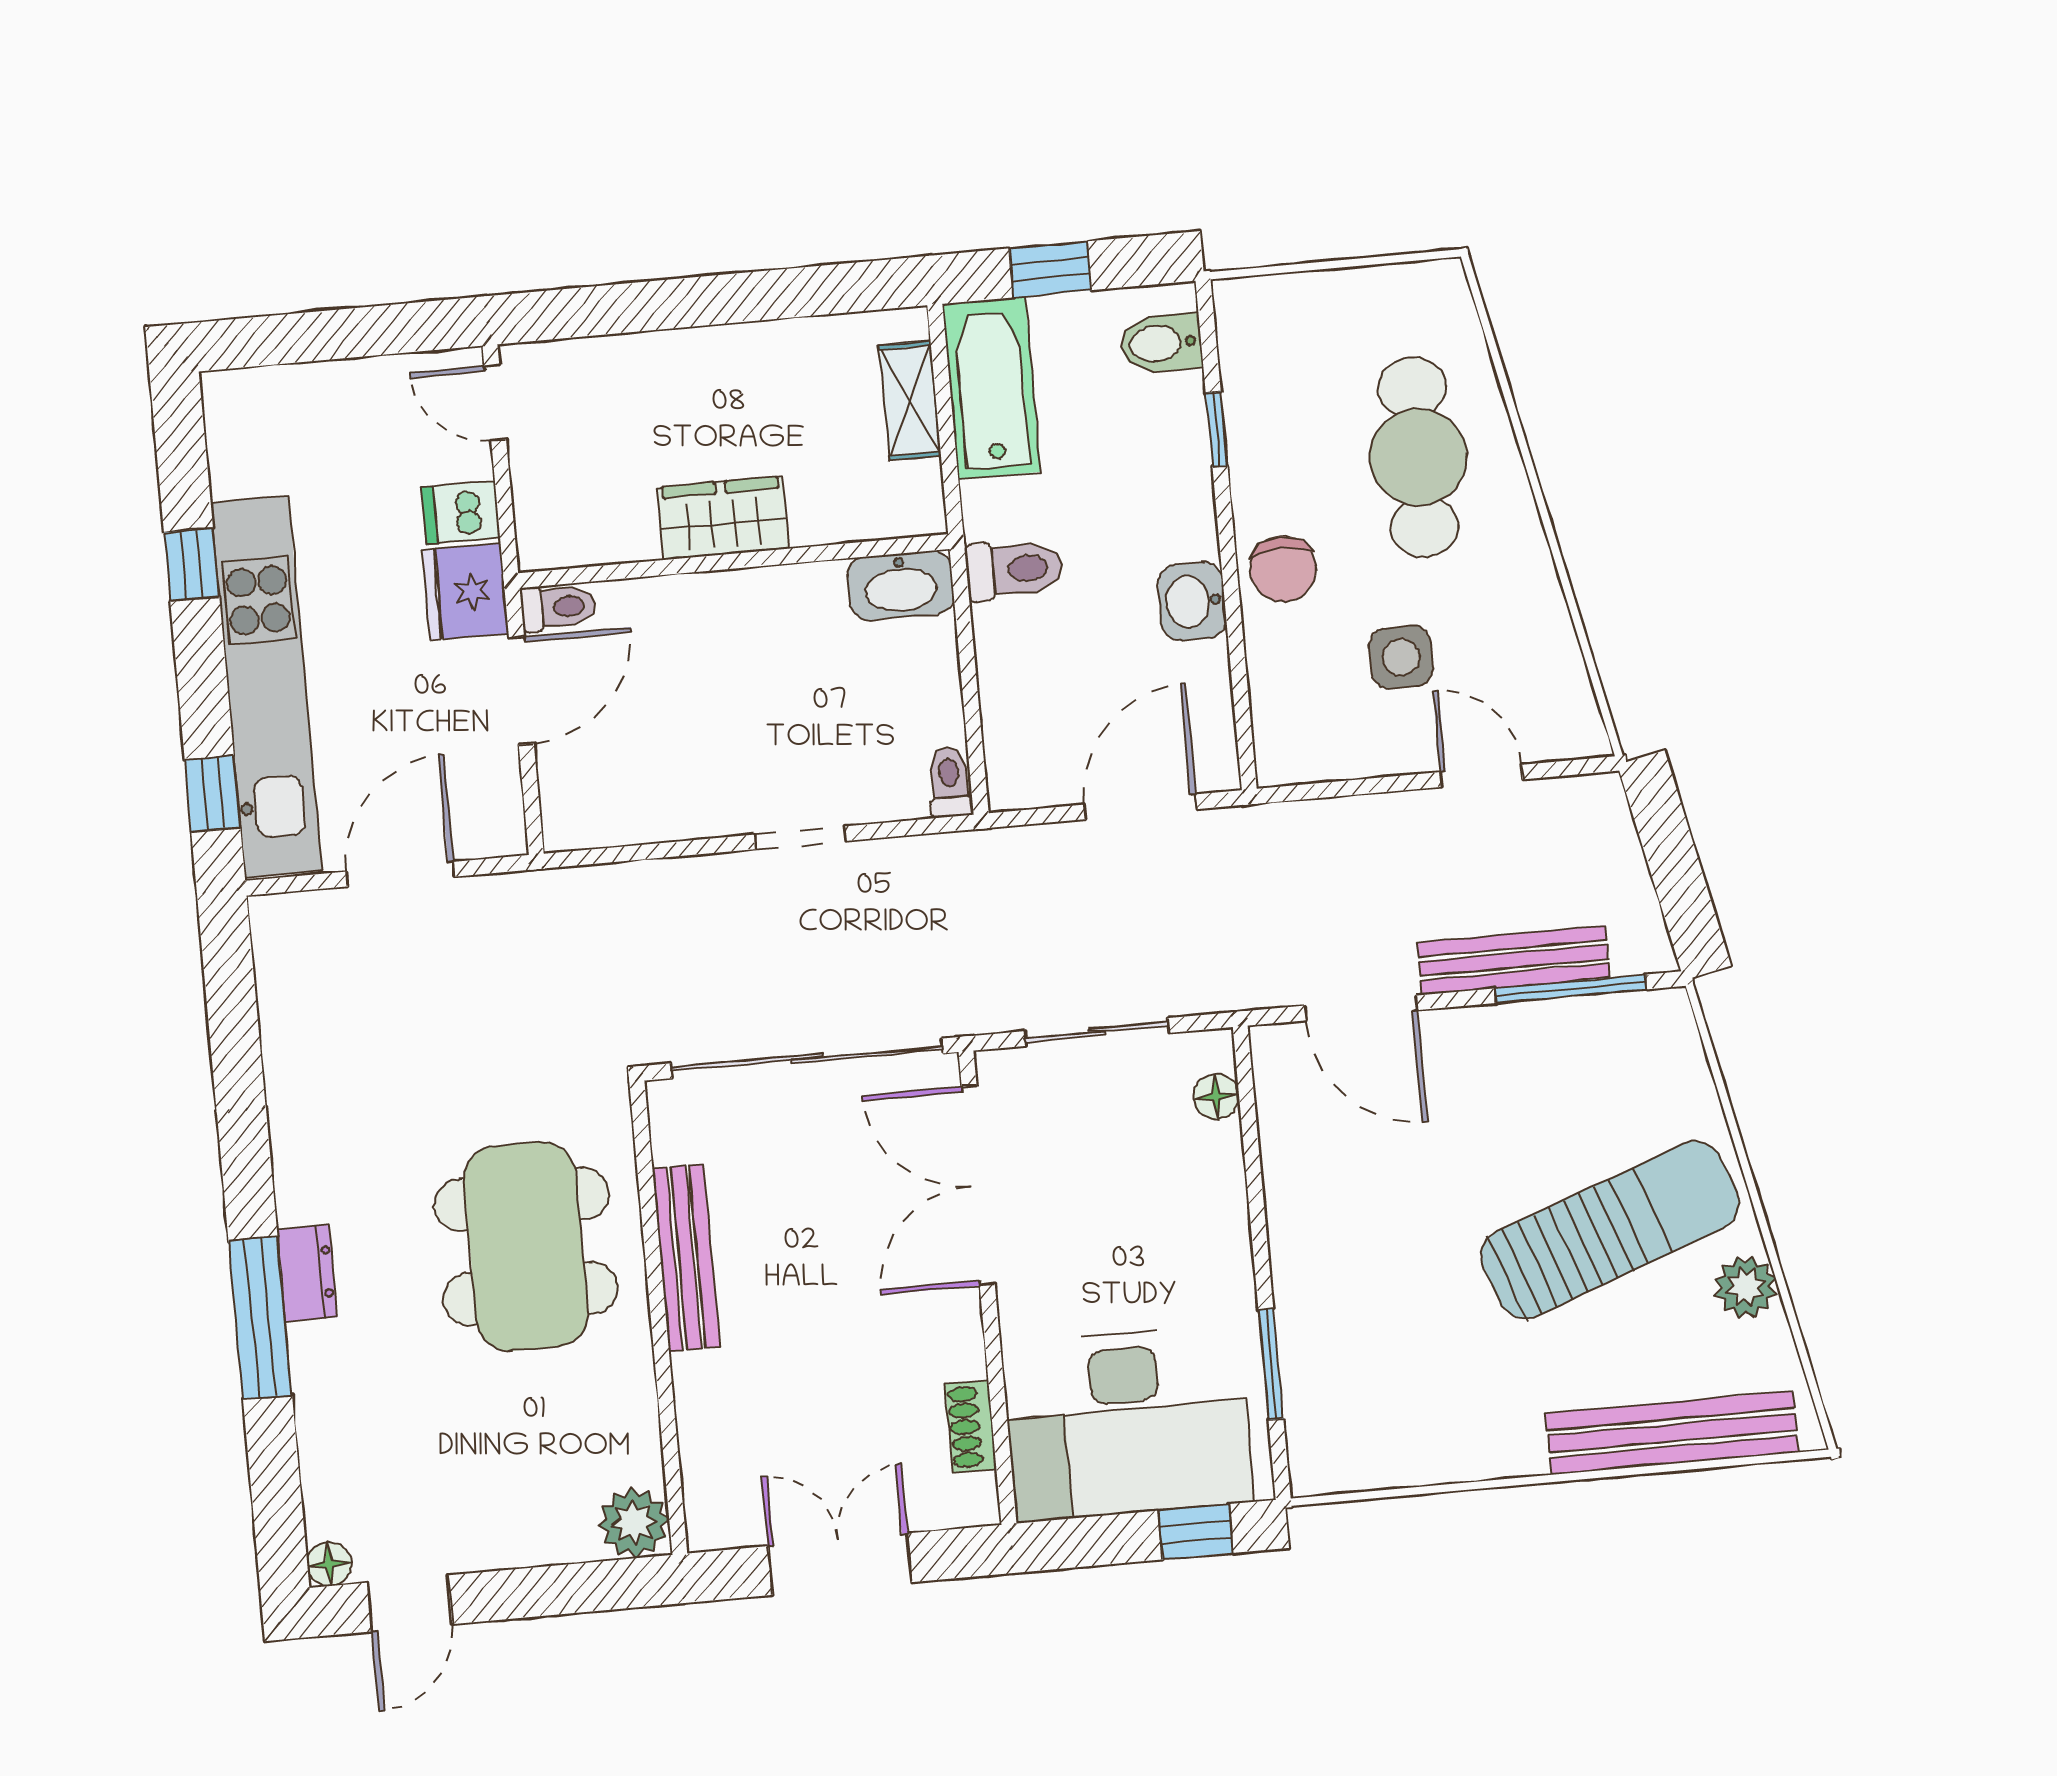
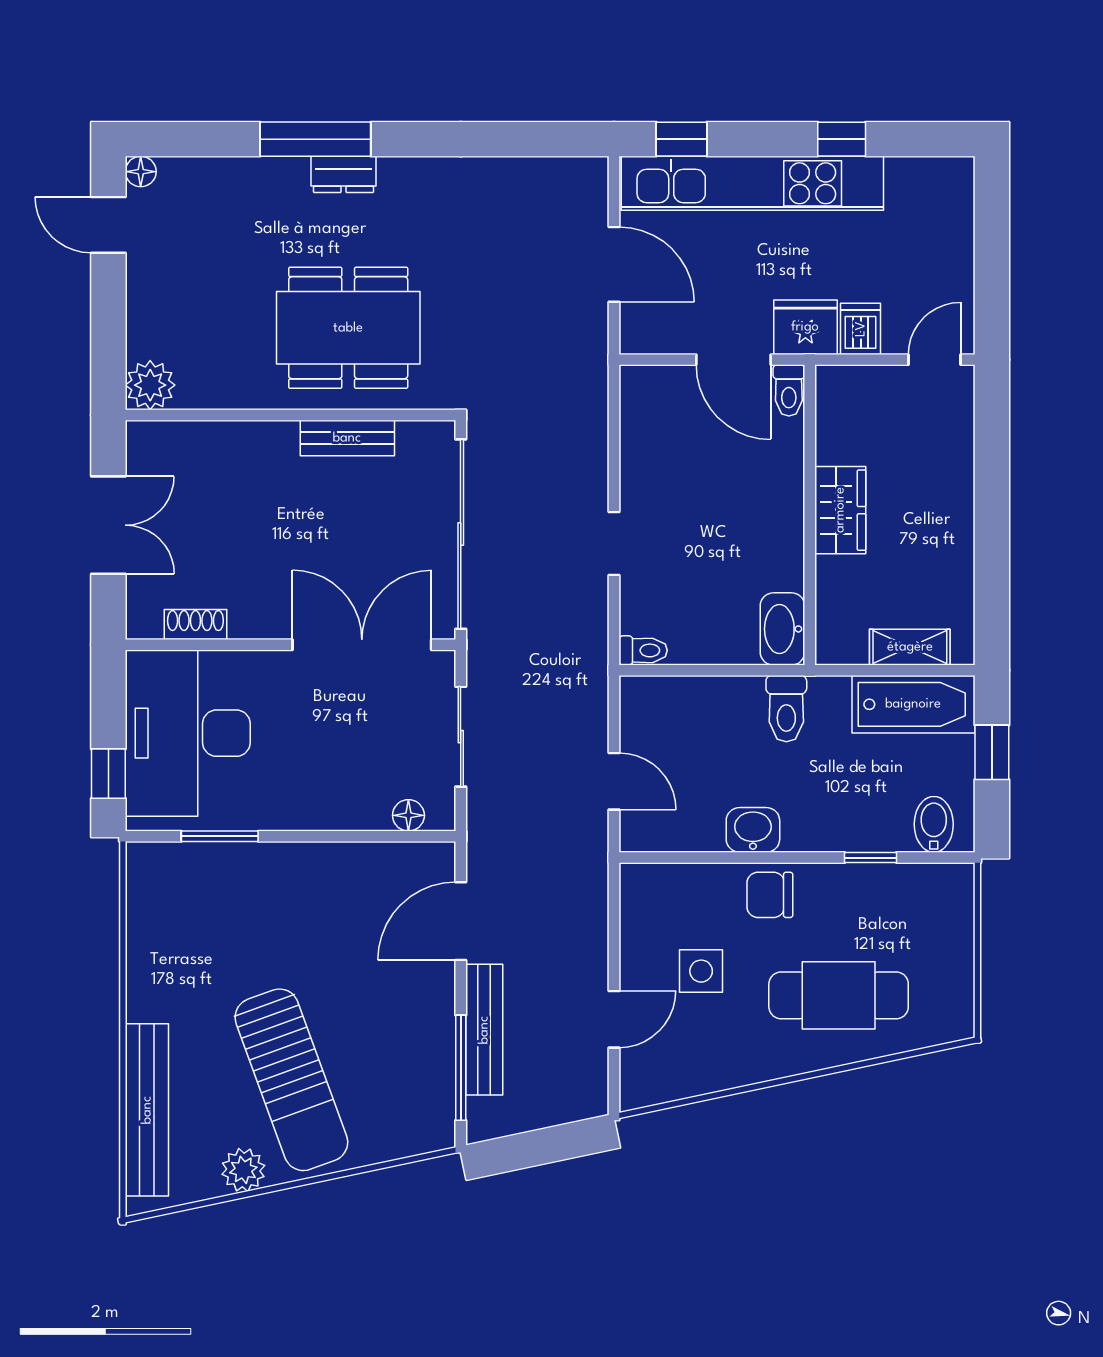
door: (1141, 807) -> (614, 781), width x0.73
bench: (686, 1258) -> (347, 438), width x0.73

